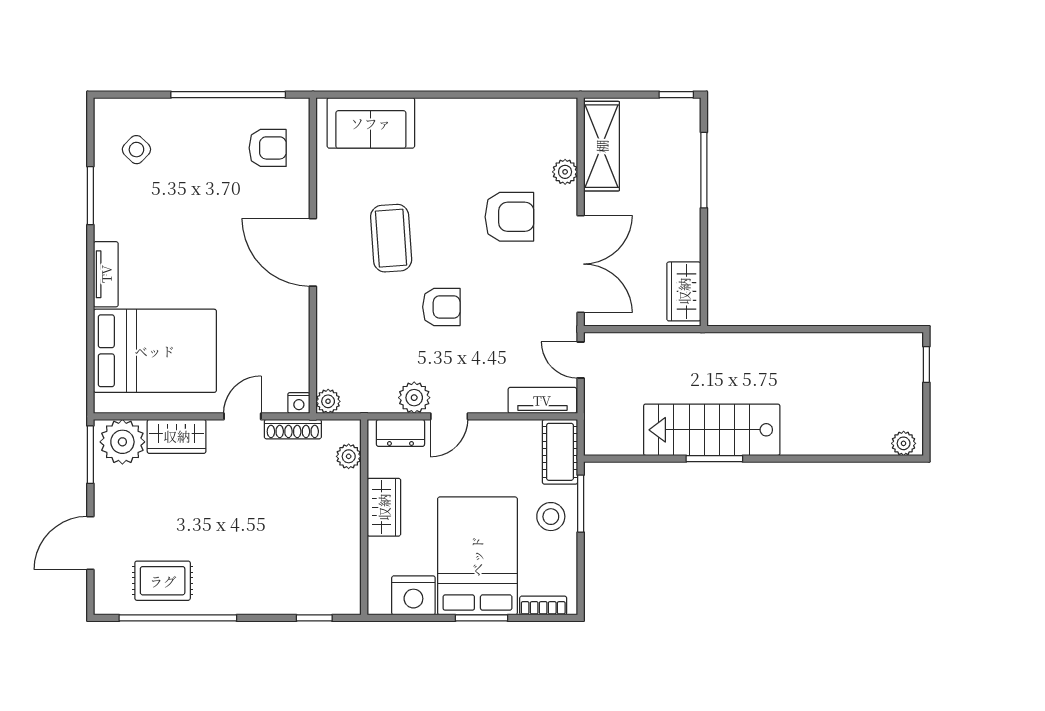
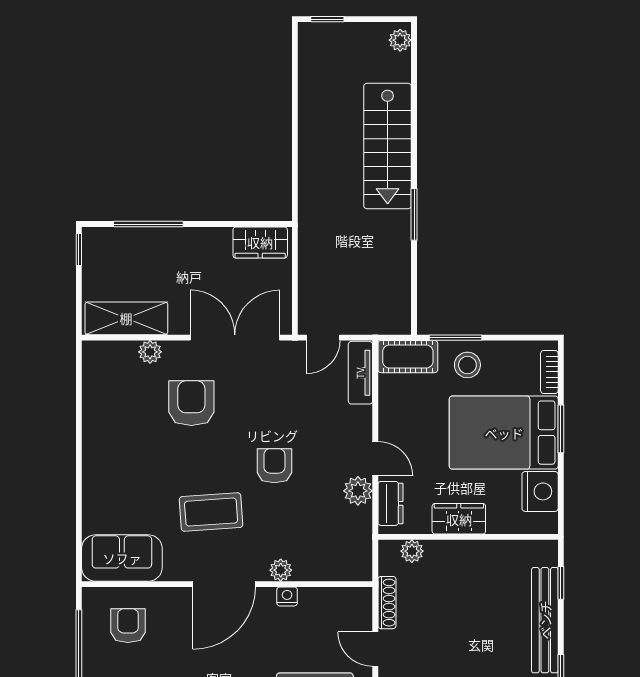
sofa: (371, 123) -> (122, 558), moved, turned -90
plant: (328, 401) -> (281, 570), moved
nightstand: (299, 403) -> (287, 596), moved, turned -90
stairs: (712, 430) -> (388, 146), moved
bench: (274, 601) -> (545, 620), added

